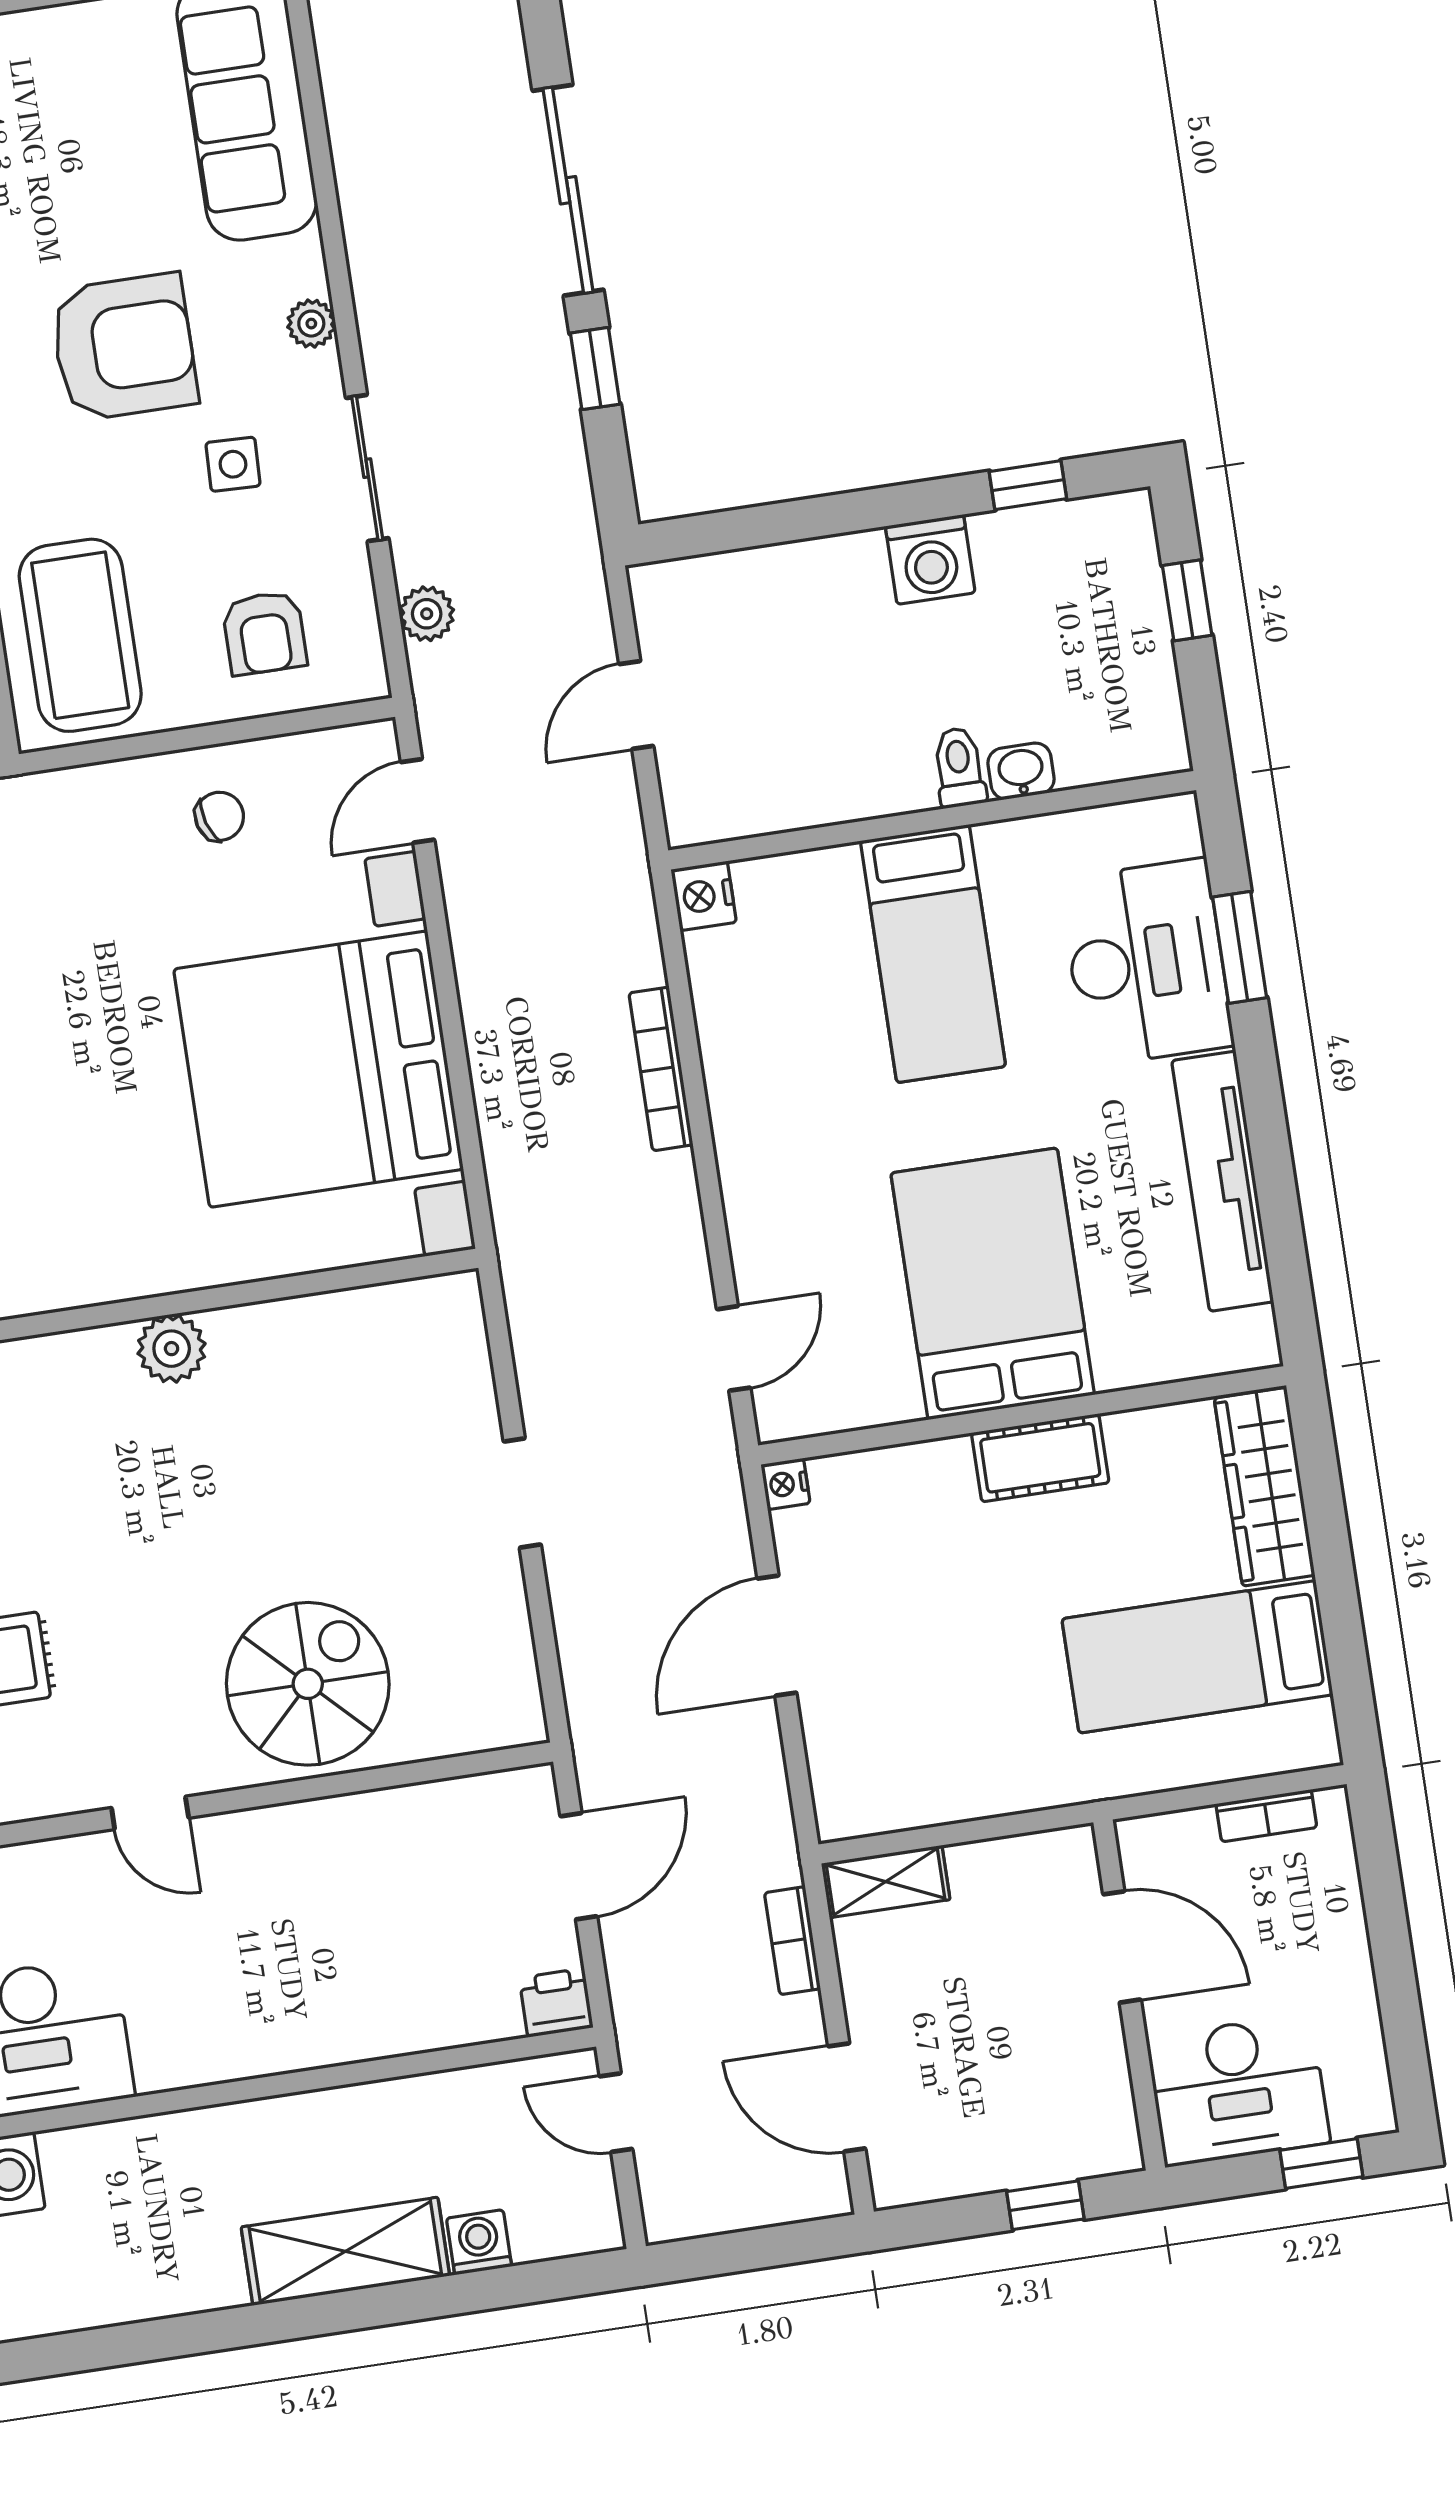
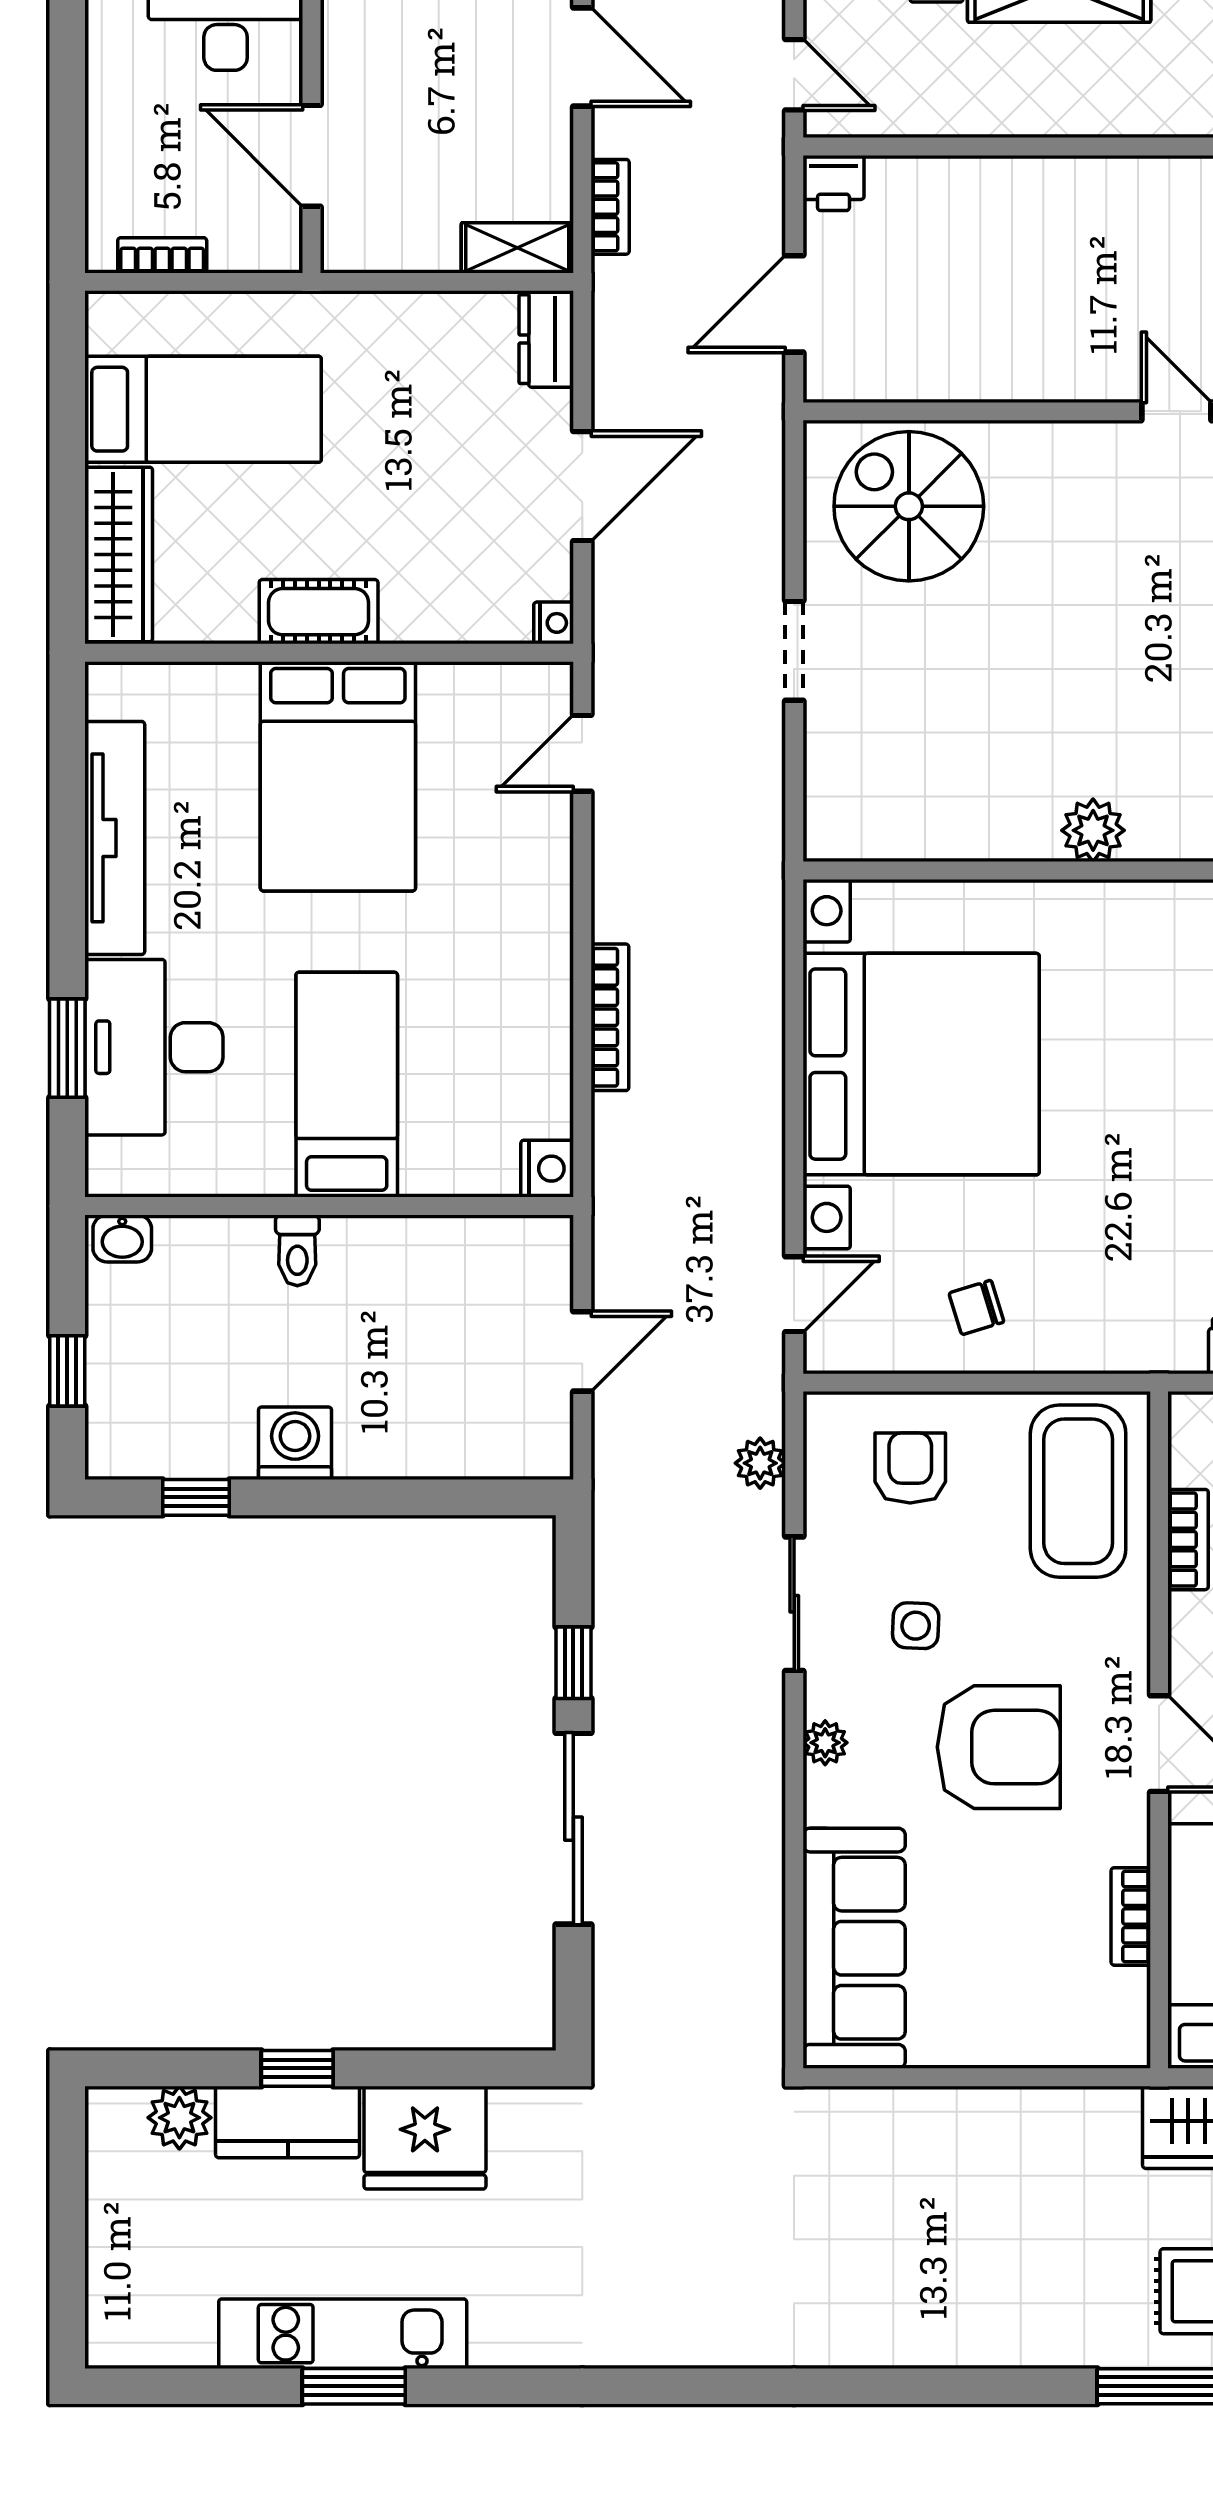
armchair: (124, 347) -> (999, 1747), turned 180
washbasin: (1021, 771) -> (122, 1238), moved
spiral stairs: (308, 1684) -> (909, 506), moved, turned 90
dresser: (840, 1788) -> (546, 339), added

